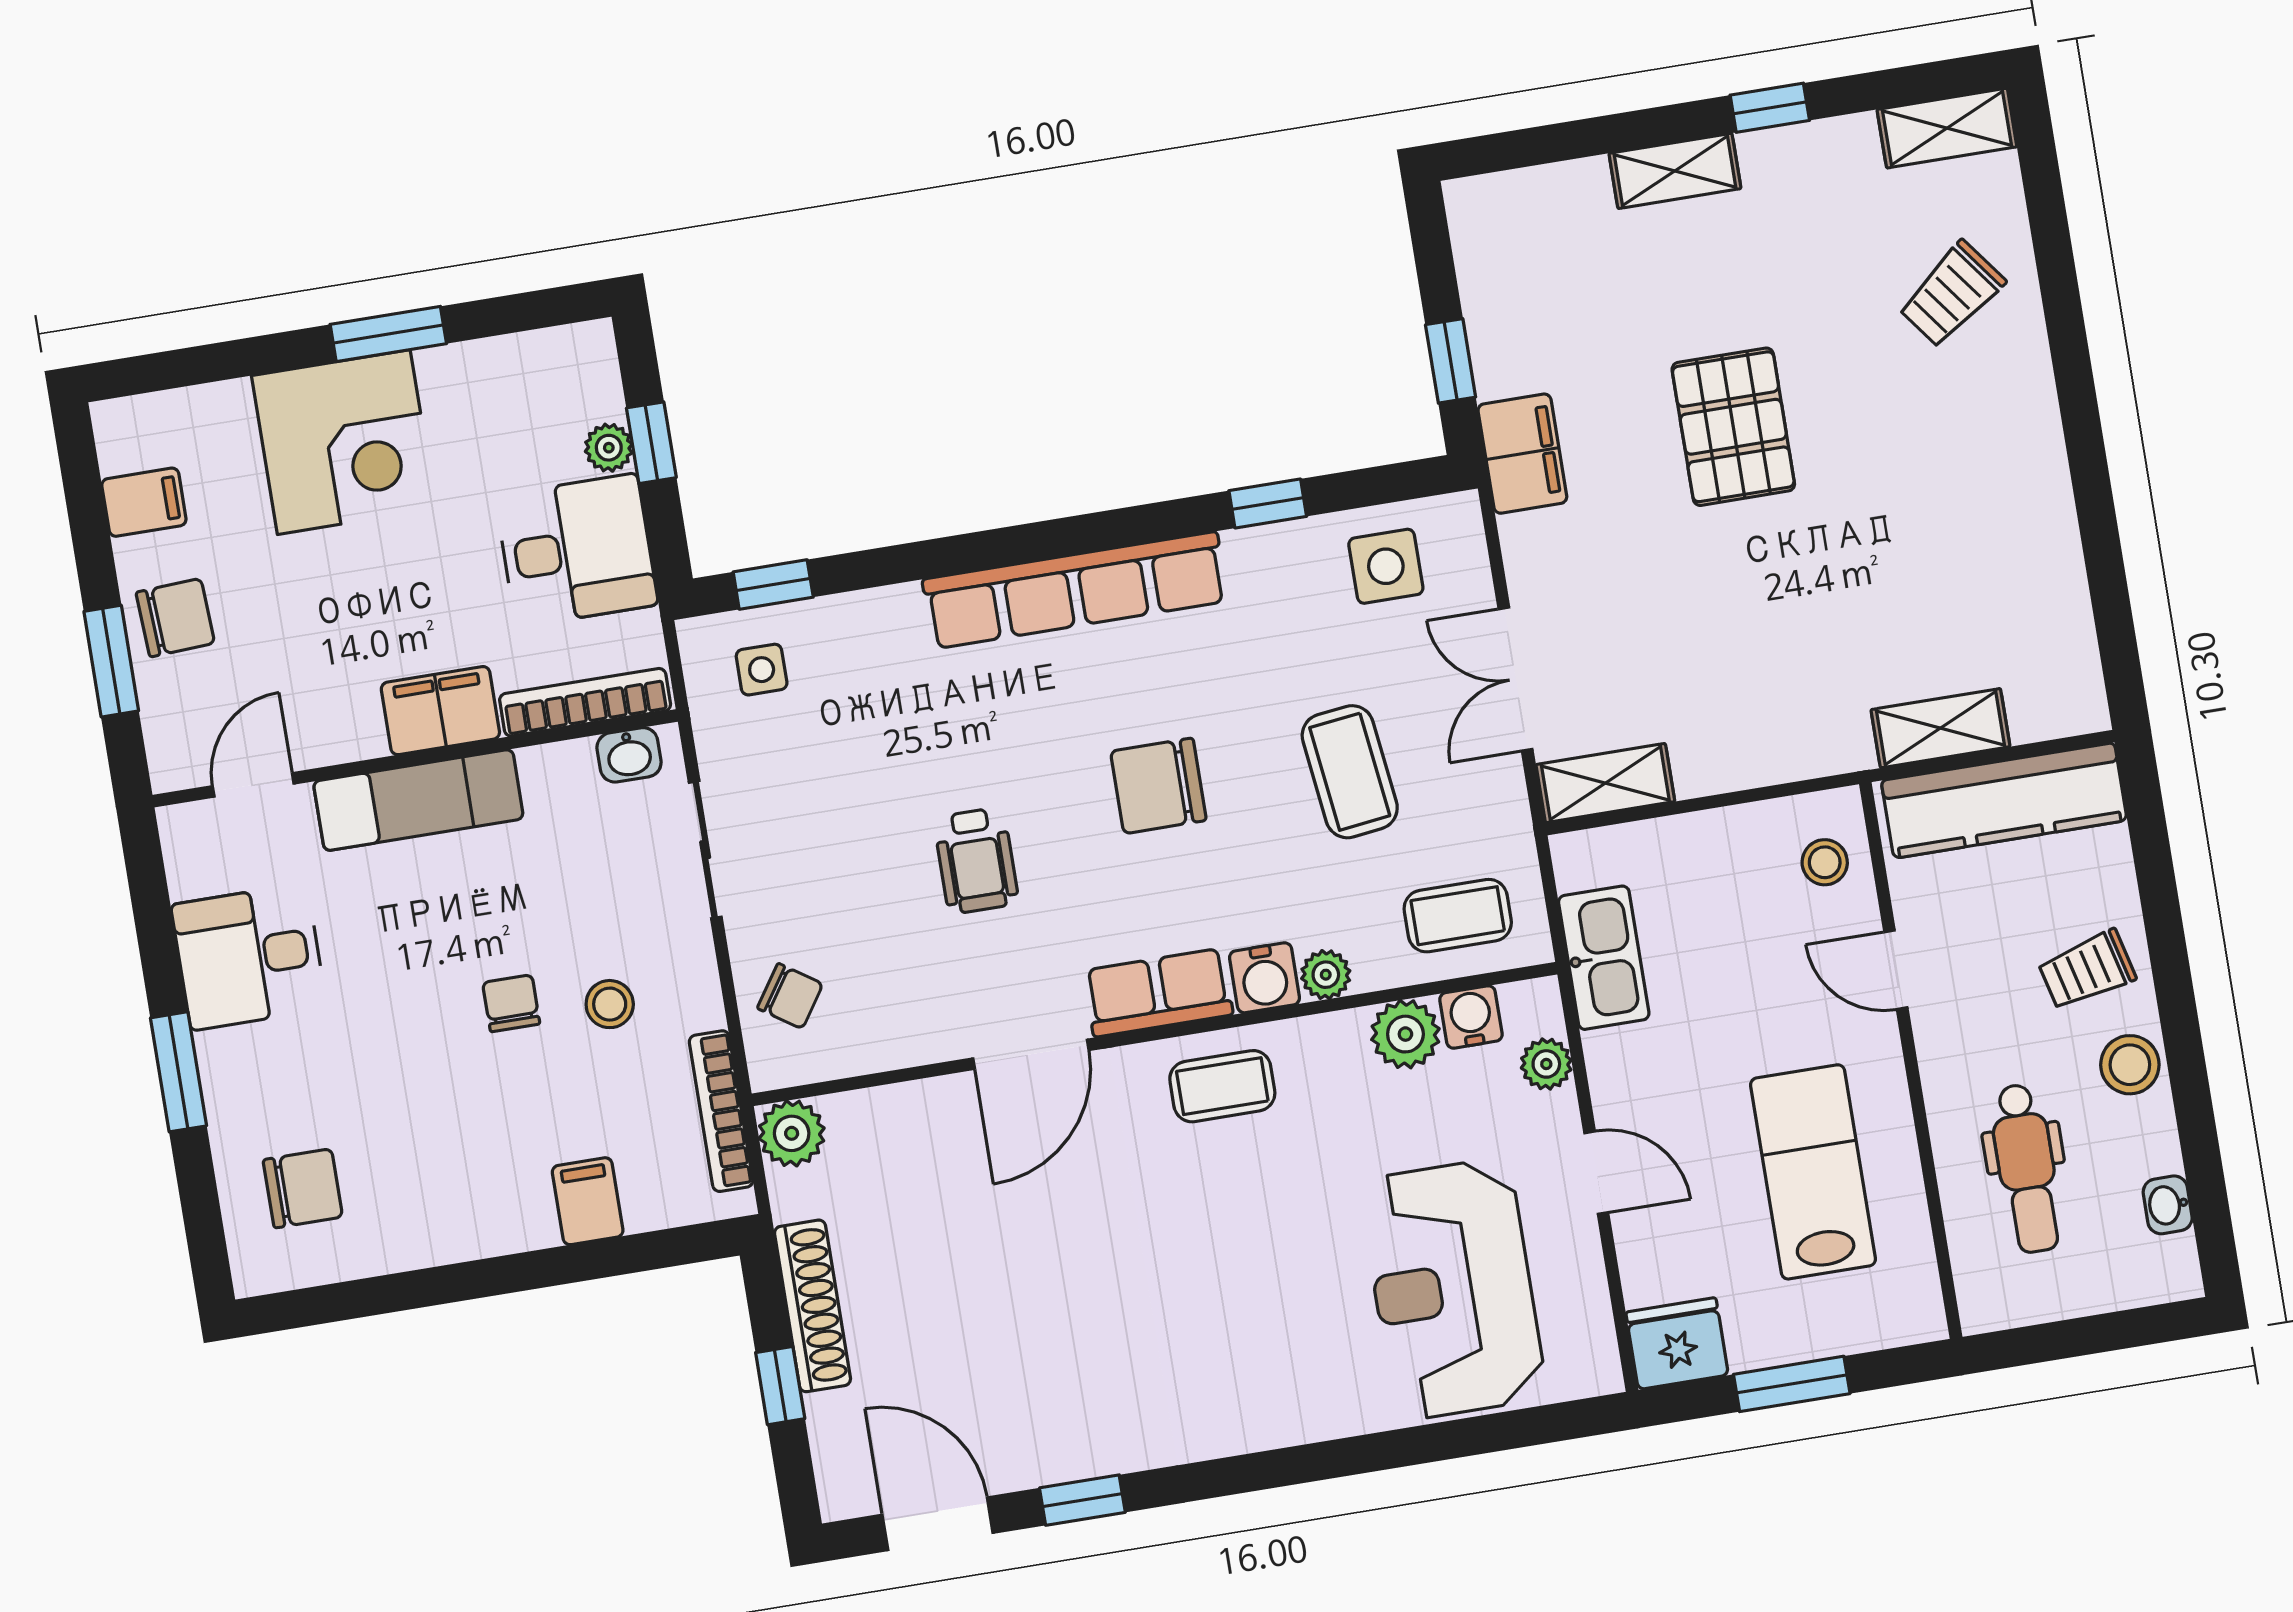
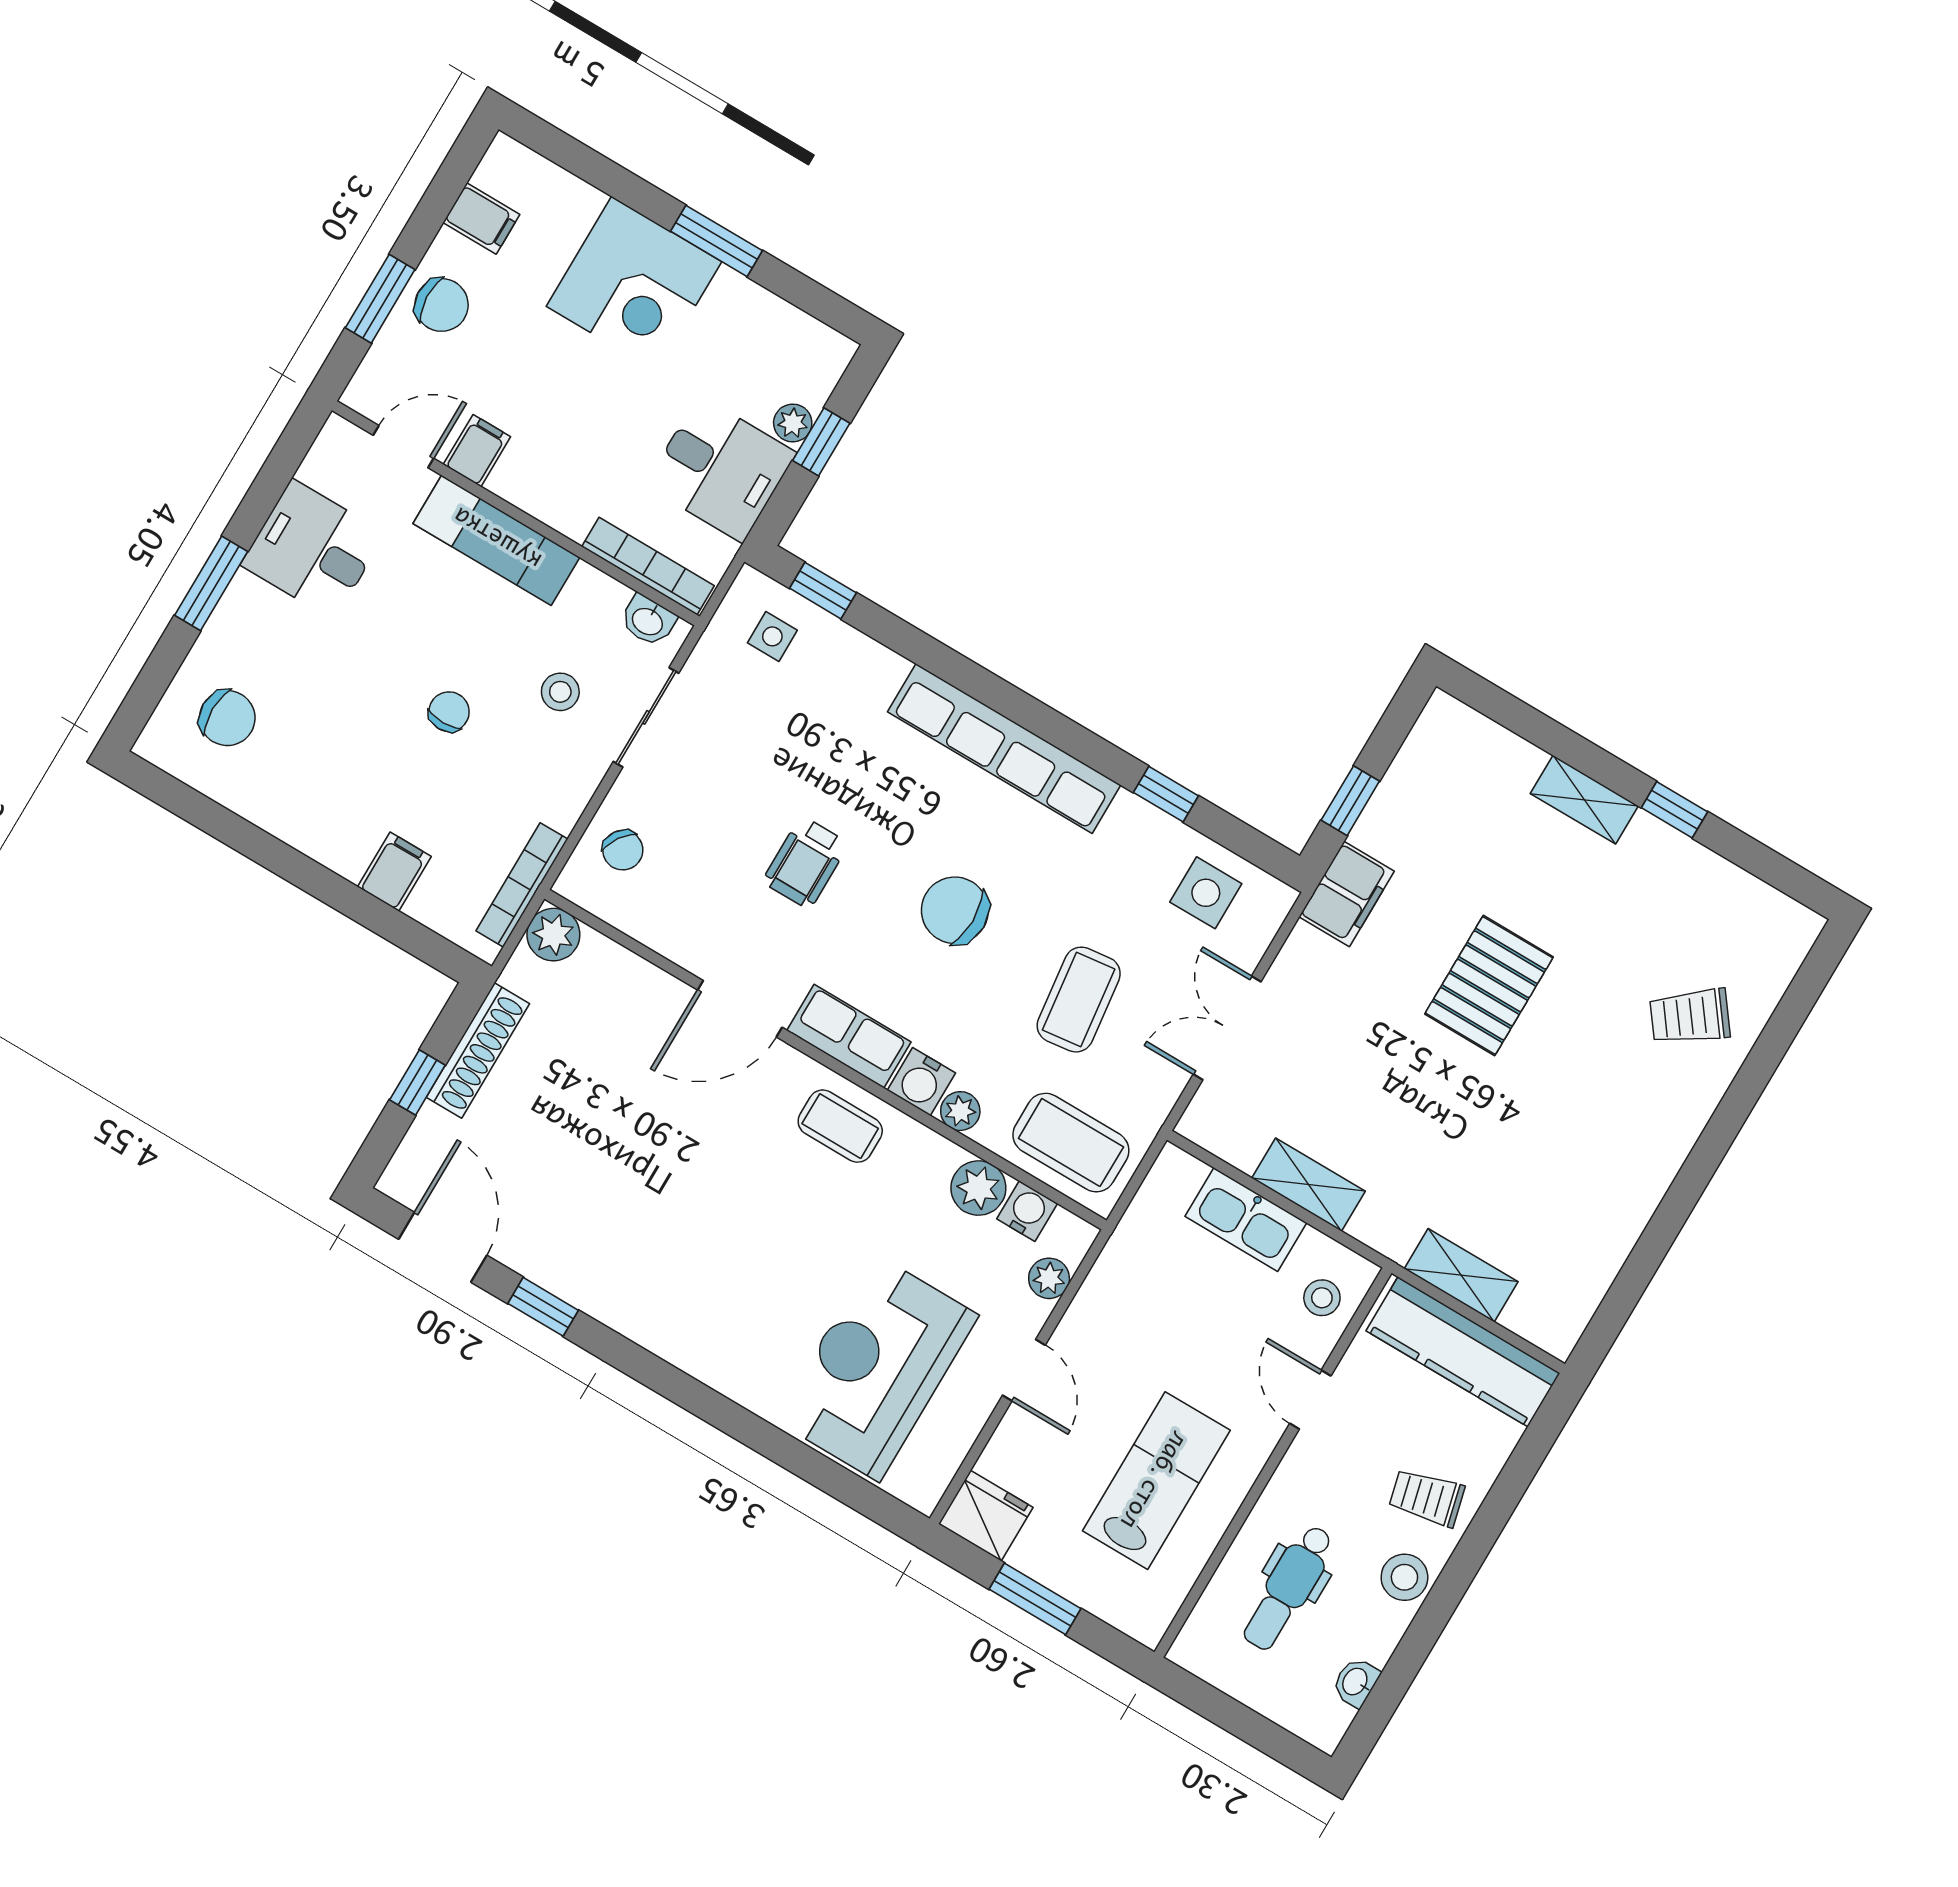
shelving: (1947, 128) -> (1772, 913), removed
filing cabinet: (440, 711) -> (477, 451), moved, width x0.50
shelving: (1605, 783) -> (1308, 1185), moved
coffee table: (1458, 916) -> (1071, 1143), width x1.36, depth x1.30
kitchen sink: (1604, 958) -> (1246, 1220), moved, turned 90
stool: (610, 1004) -> (560, 692), moved

